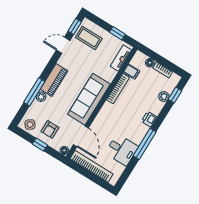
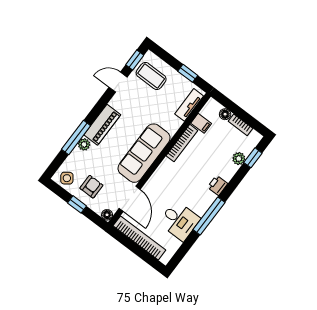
armchair: (50, 129) -> (91, 187), turned 180

